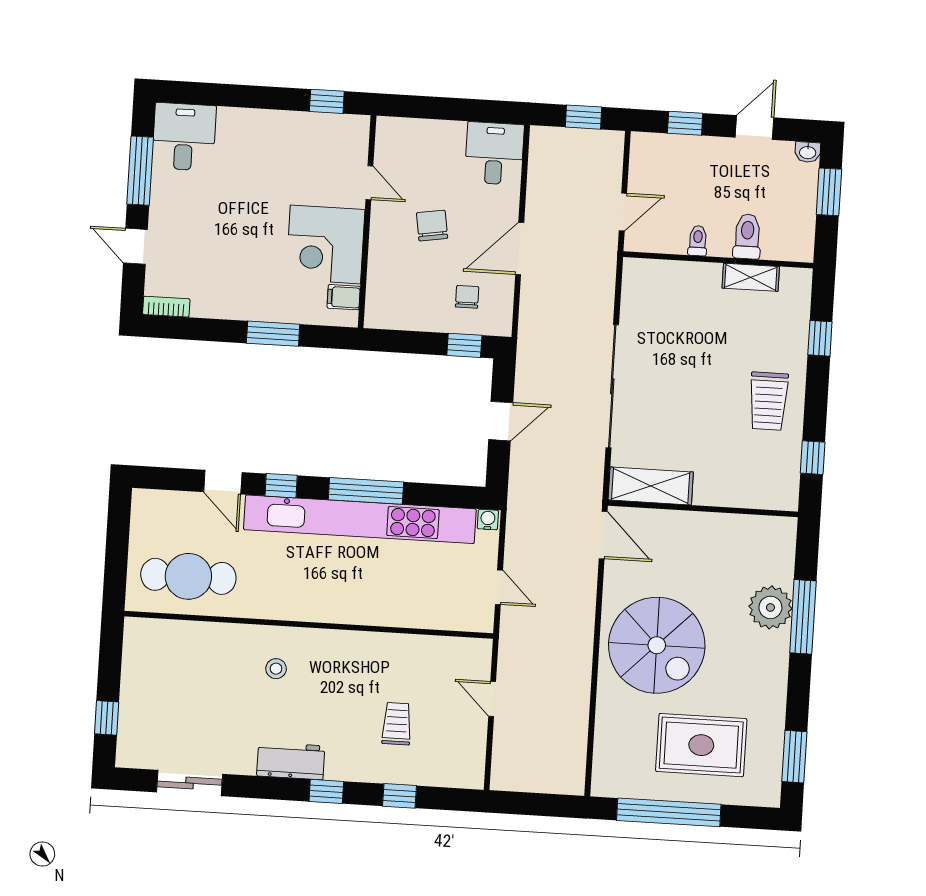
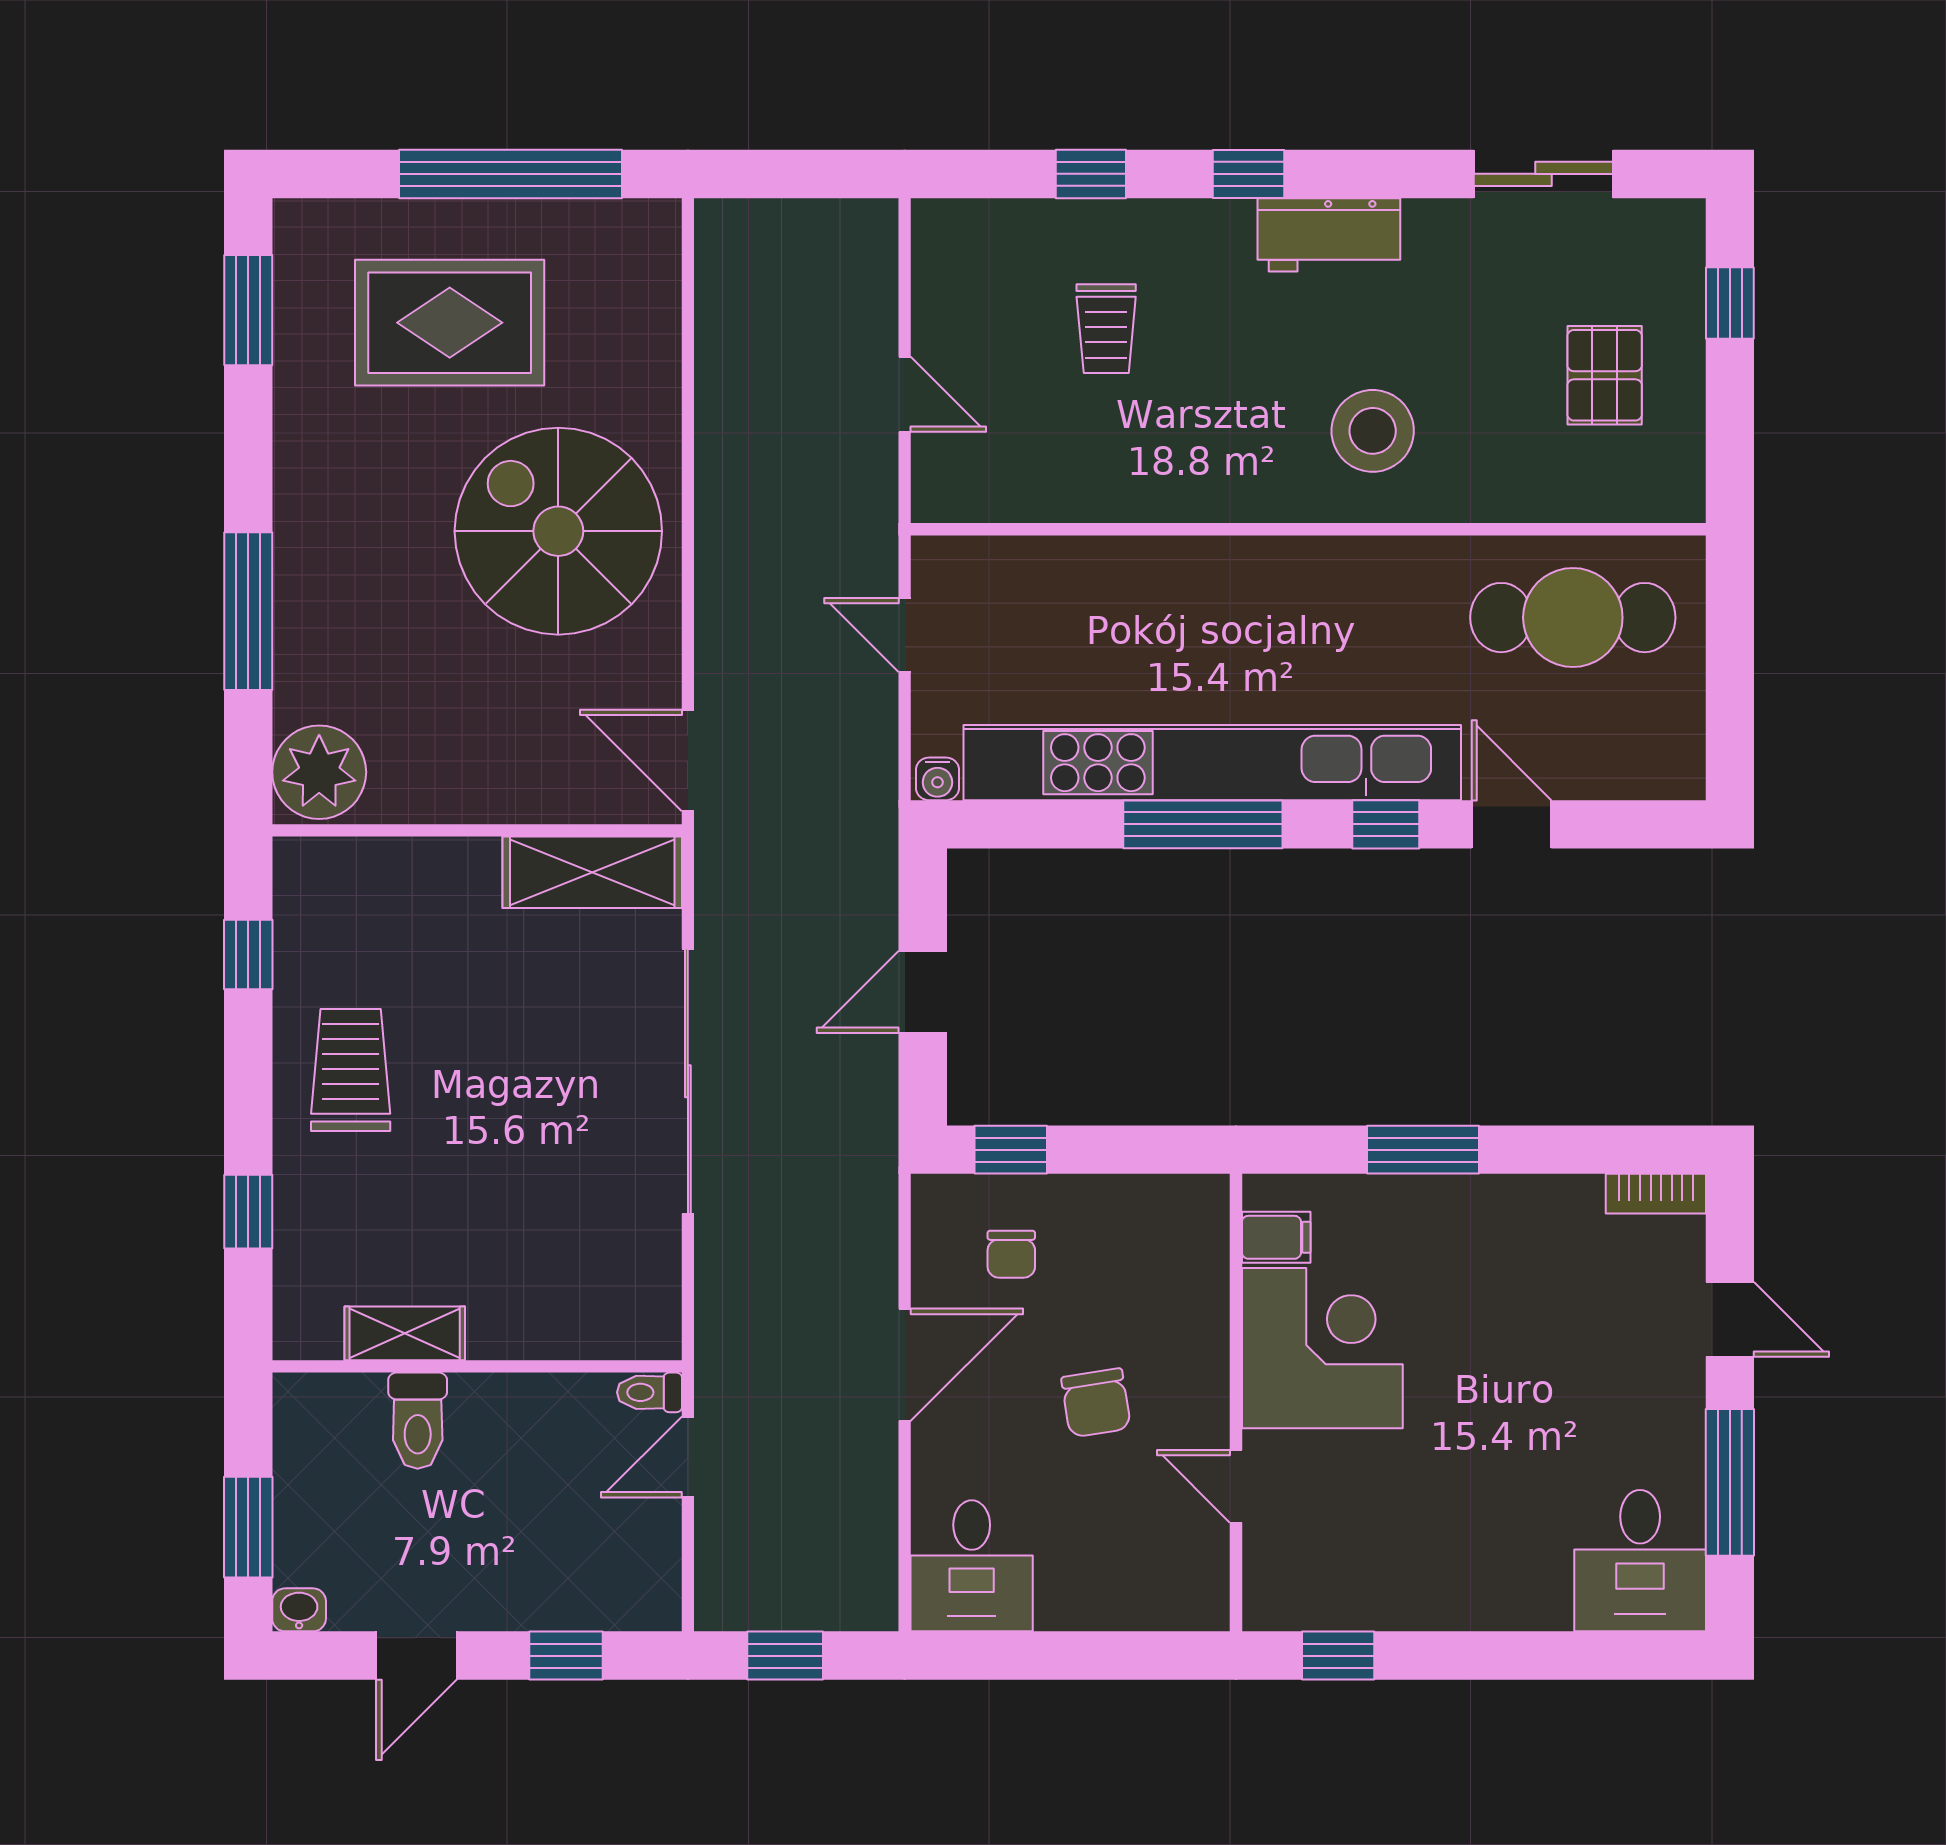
toilet: (698, 241) -> (649, 1392), moved, turned 90
plant: (770, 607) -> (319, 772), moved
stool: (276, 669) -> (1373, 431), width x1.89, depth x1.89
pallet: (167, 688) -> (1605, 375), added

